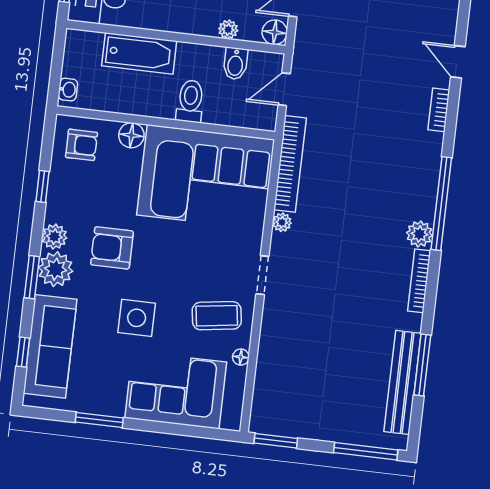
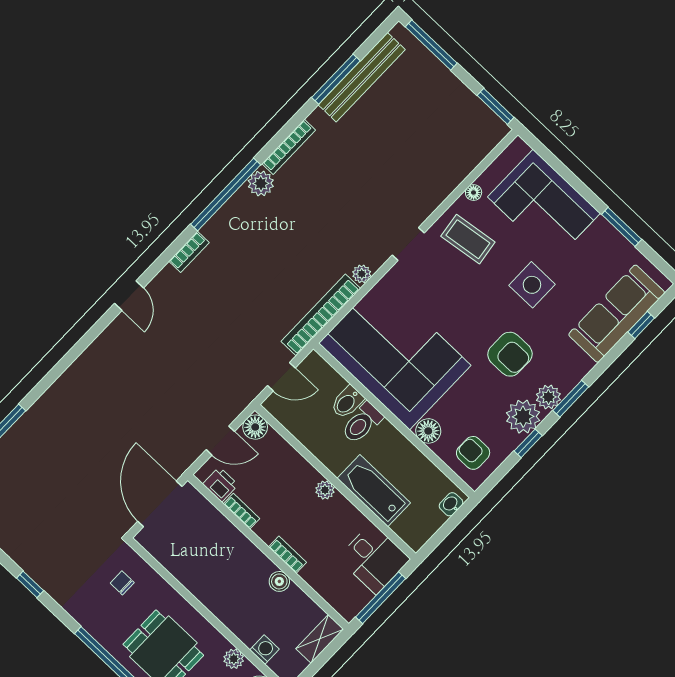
plant: (228, 30) -> (325, 490), moved
bidet: (235, 64) -> (347, 402), moved, turned 180
bookcase: (439, 110) -> (189, 252), moved
plant: (56, 269) -> (523, 417), moved
window: (32, 277) -> (571, 399), moved

